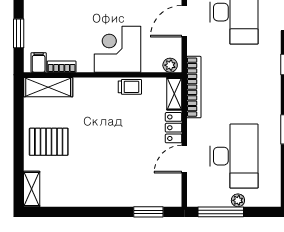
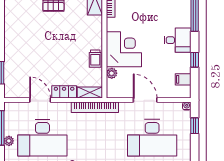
plant: (170, 65) -> (112, 73), moved

